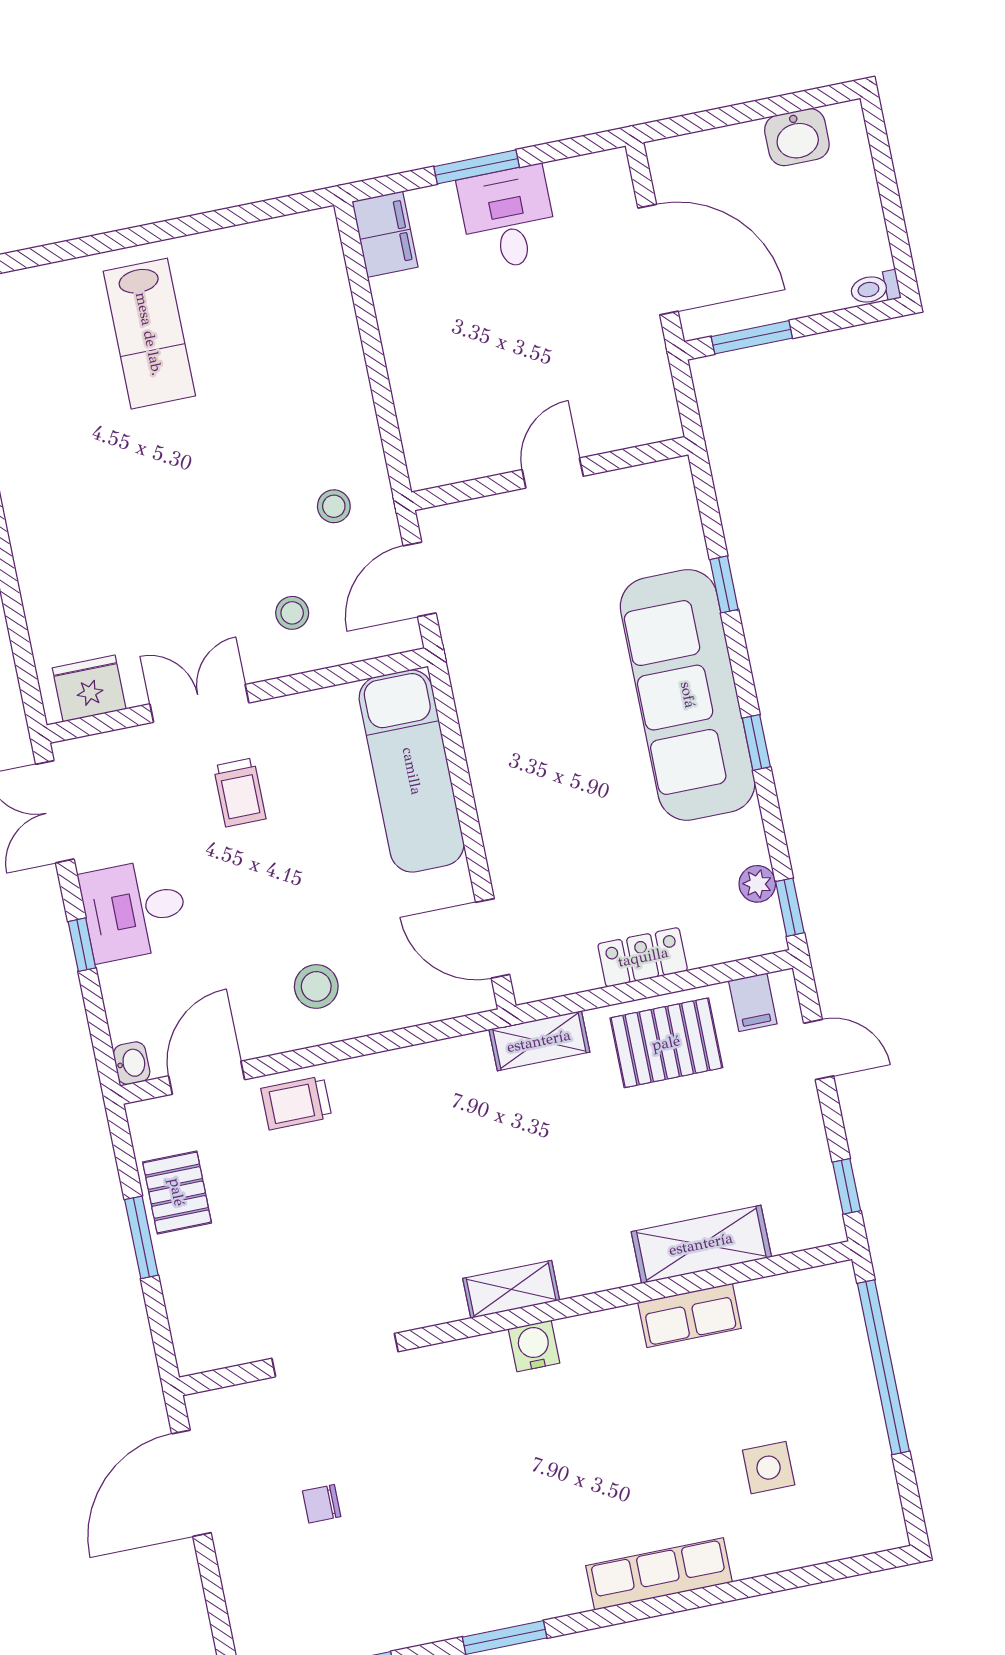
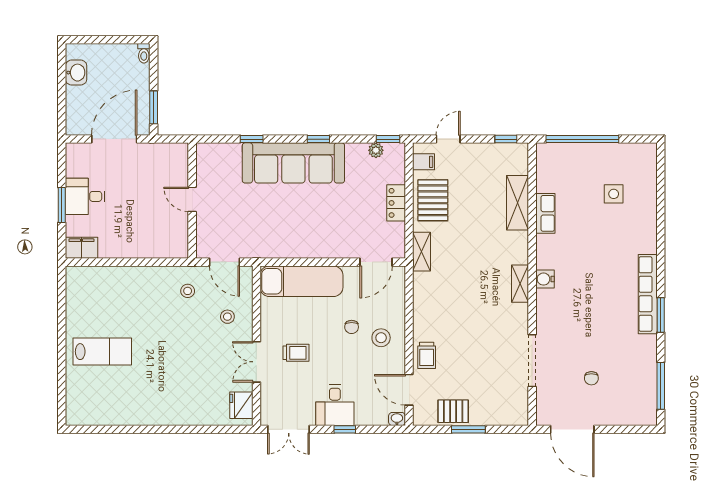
chair: (328, 911) -> (352, 327), added
row of seats: (659, 1574) -> (648, 294), moved, width x1.36

